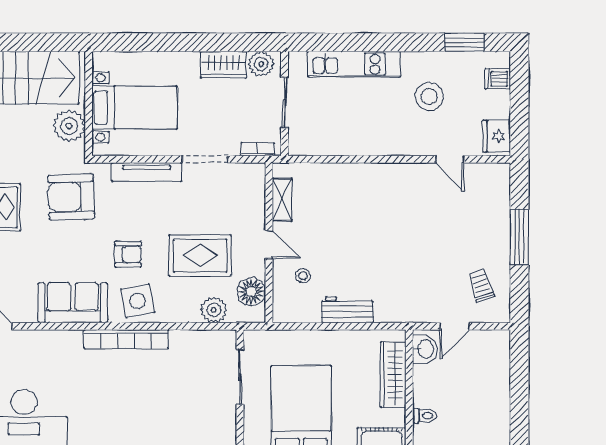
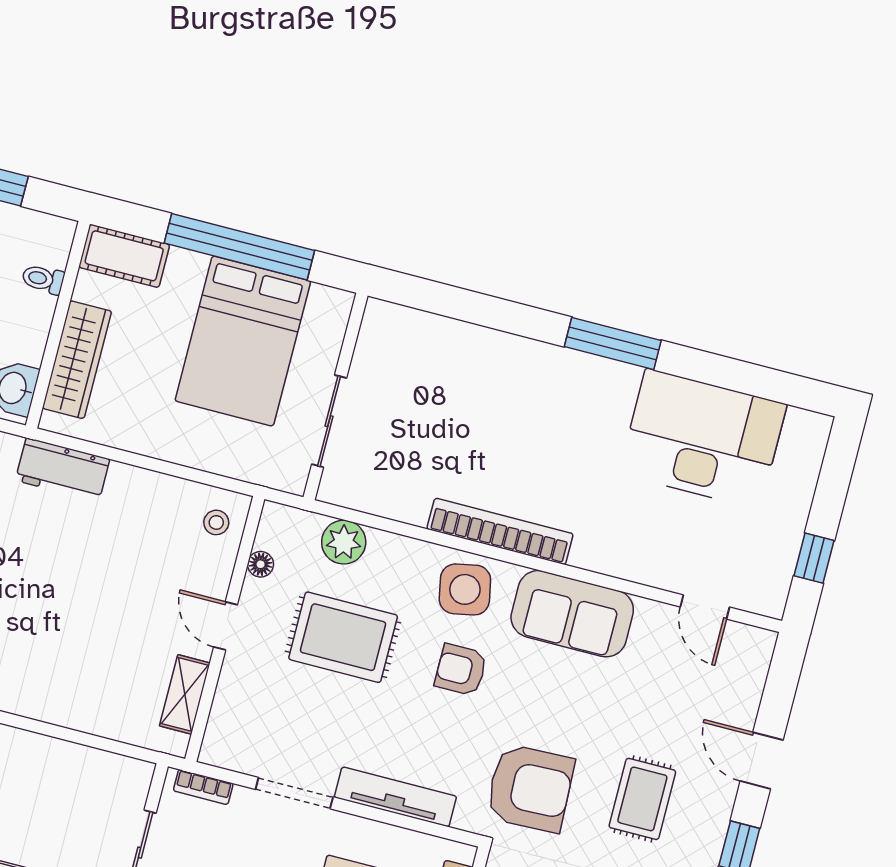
stool: (303, 276) -> (216, 522), moved
floor lamp: (251, 292) -> (261, 564), width x0.53, depth x0.53
workbench: (347, 310) -> (63, 470), moved

